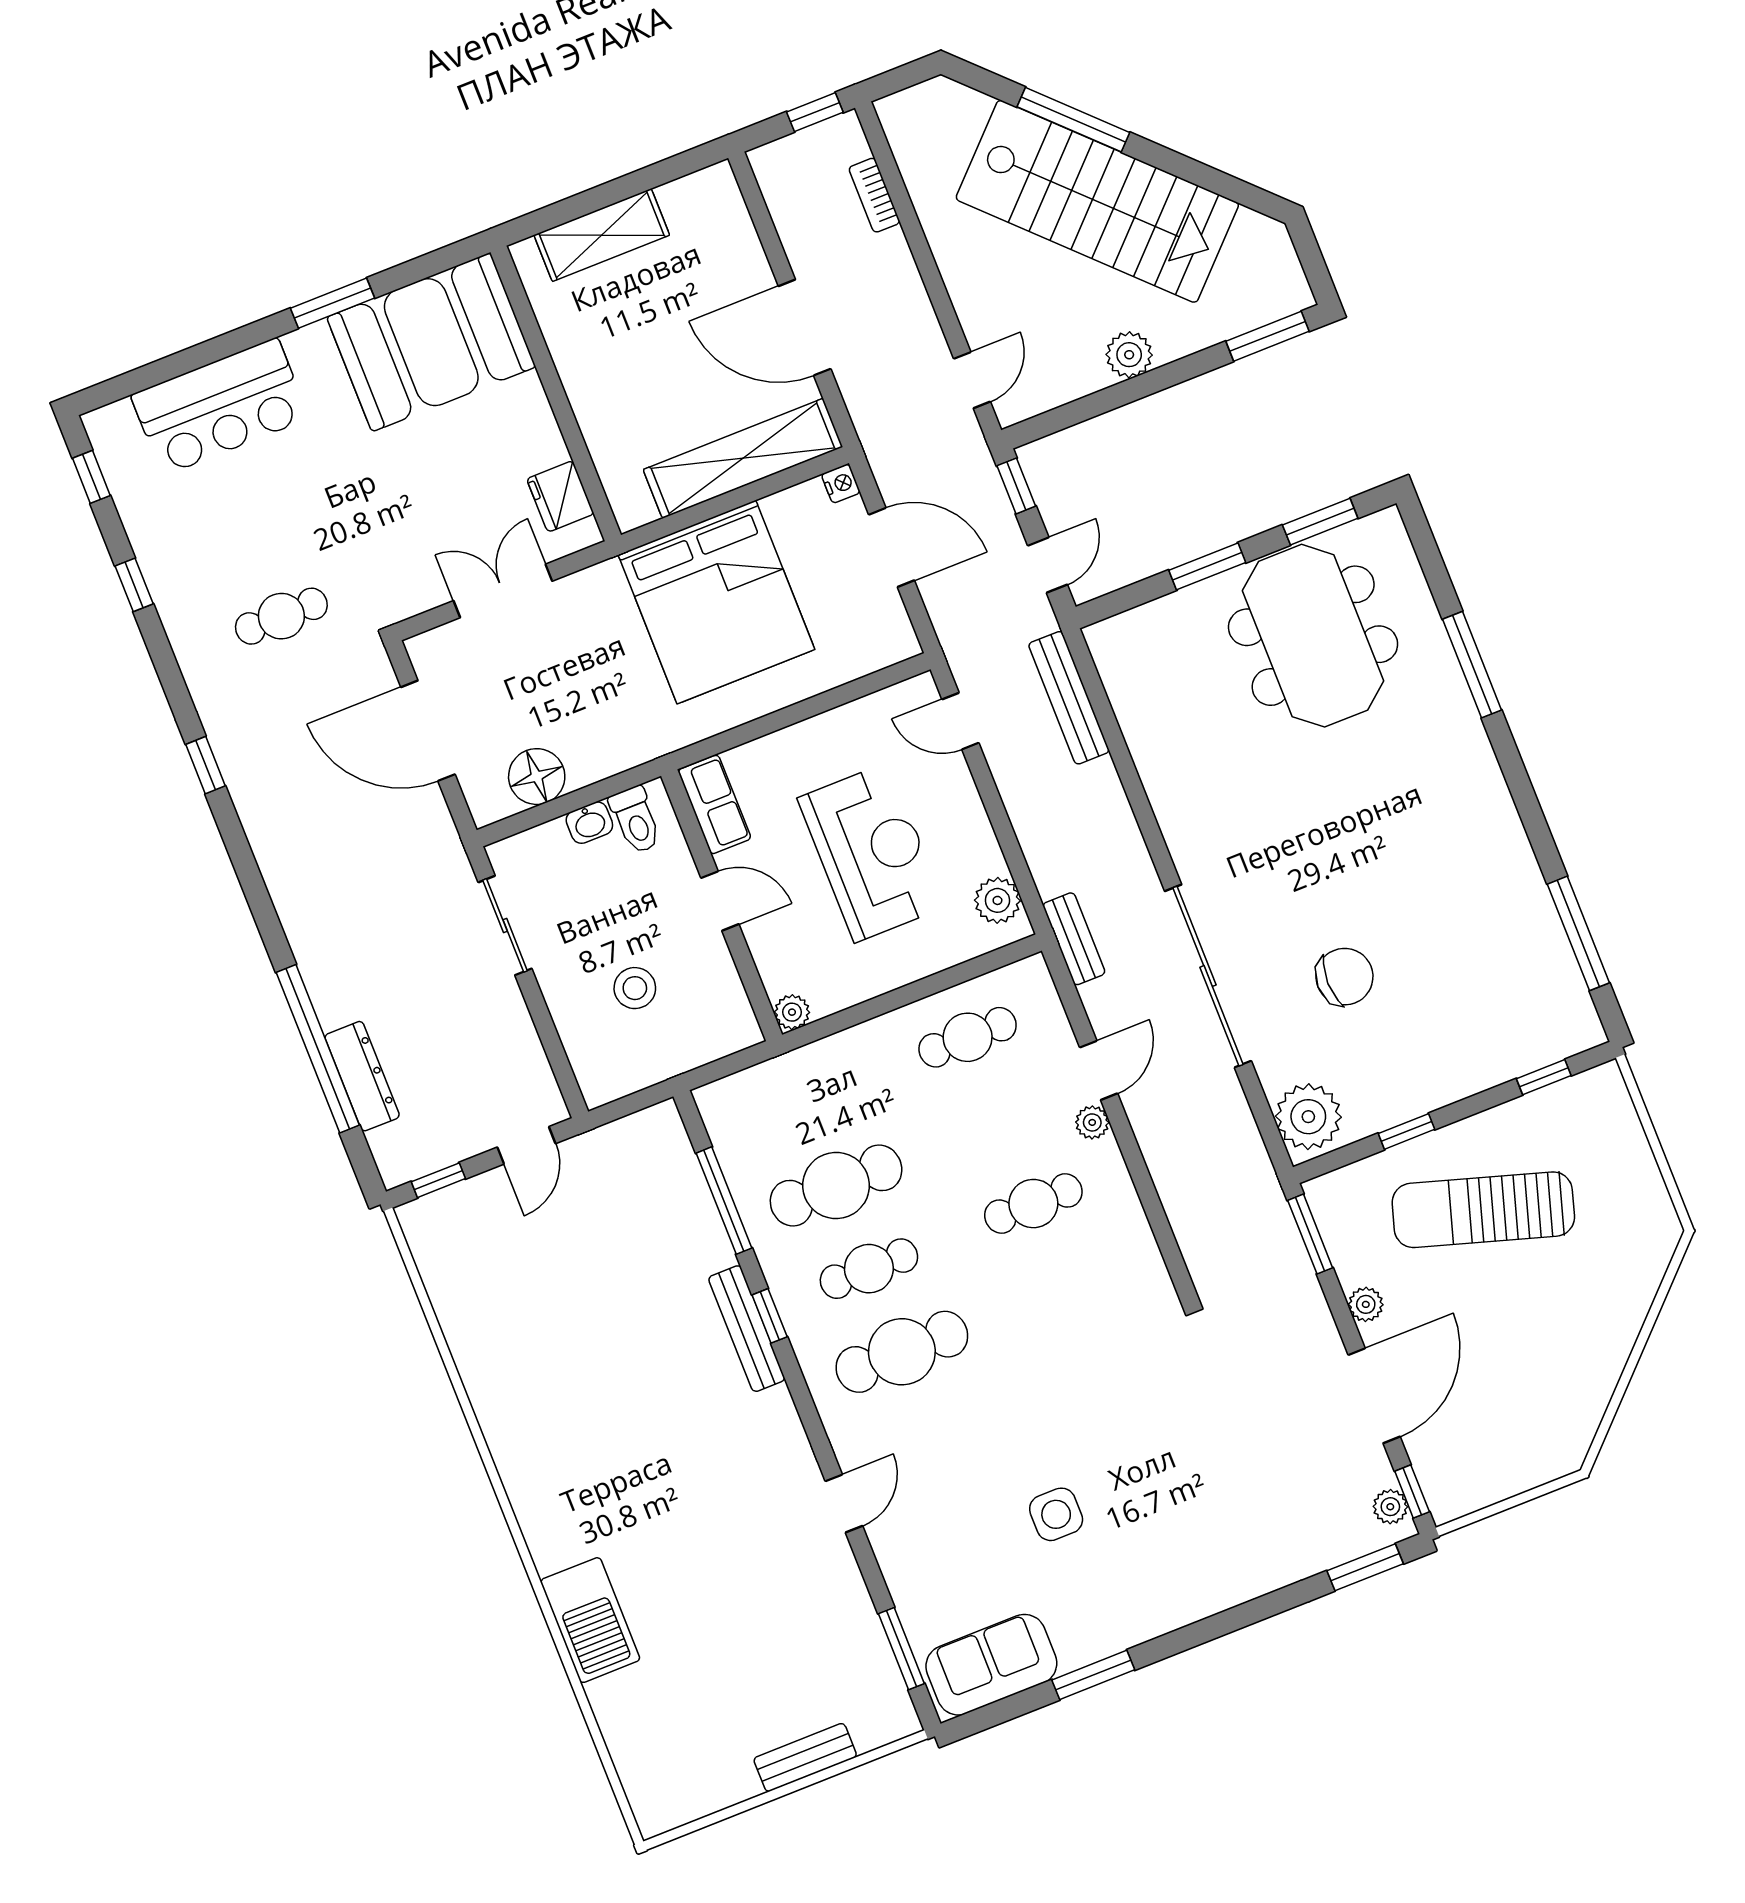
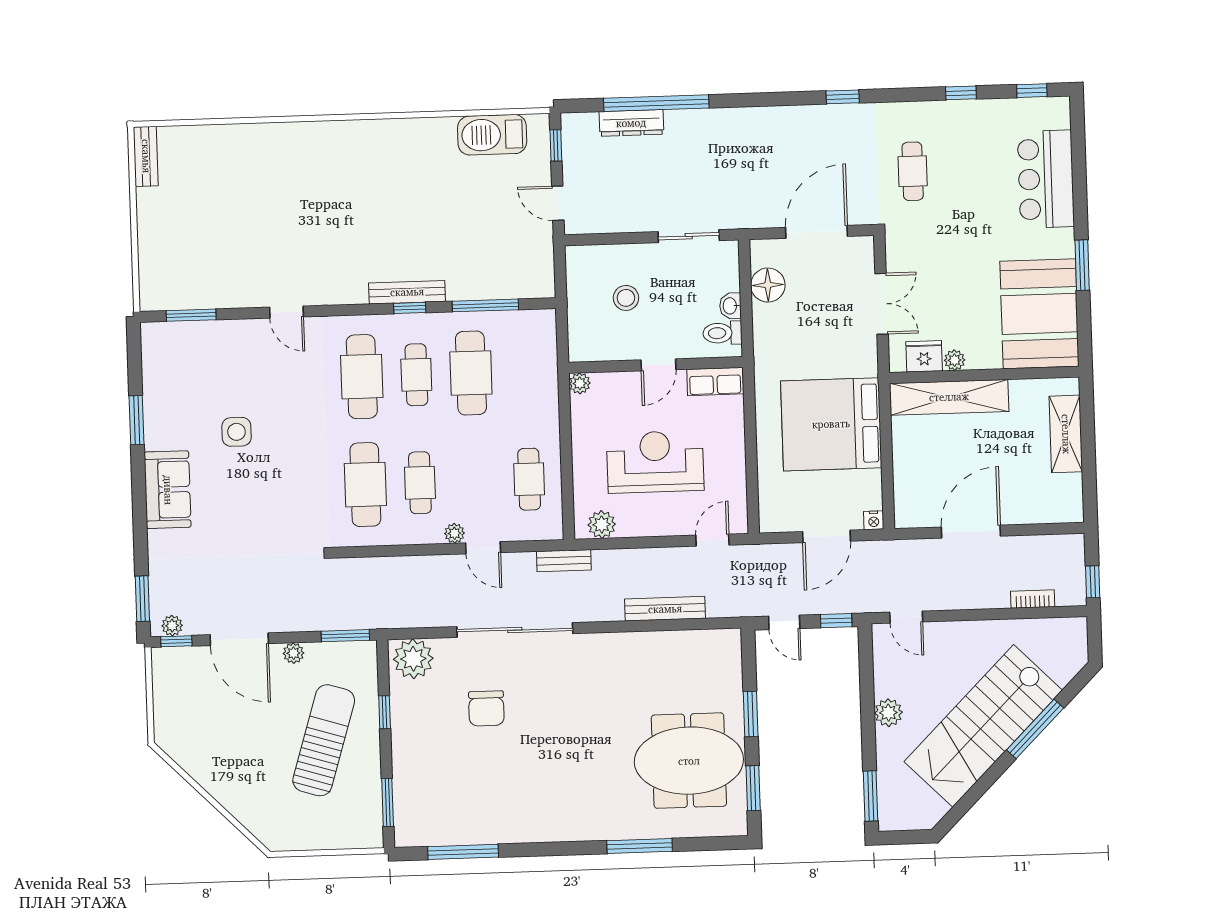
plant: (549, 447) -> (955, 360), added
shelving: (743, 458) -> (949, 397), moved, turned 90
bench: (1069, 698) -> (665, 609), moved
reception desk: (871, 853) -> (655, 462), turned 180
window: (1544, 1077) -> (388, 802), width x1.50
cafe table: (1066, 1287) -> (365, 485), added
barbecue: (590, 1620) -> (492, 135), moved
sofa: (991, 1665) -> (168, 490), moved
bench: (805, 1757) -> (146, 156), moved

